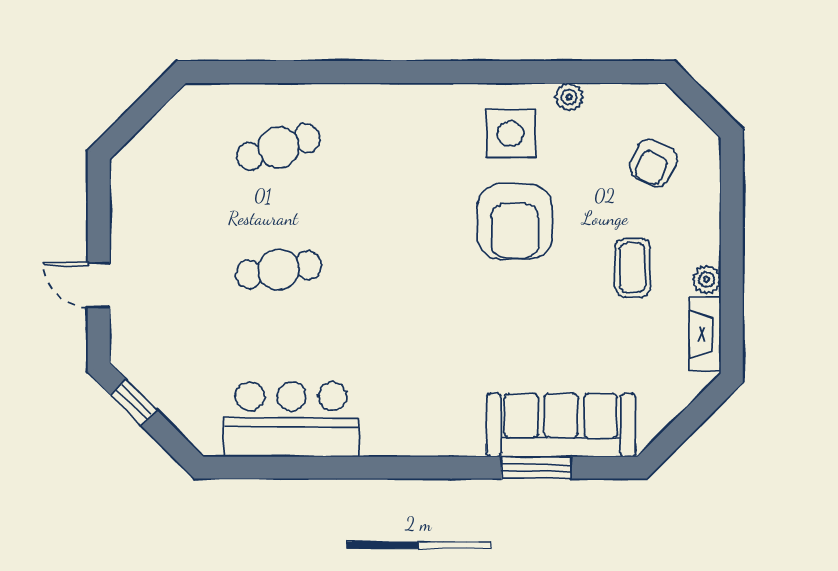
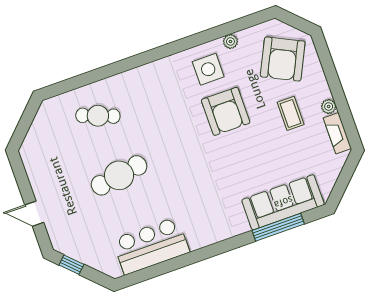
cafe table: (279, 147) -> (98, 116), turned 39
armchair: (653, 163) -> (283, 59), width x1.88, depth x1.88
cafe table: (279, 270) -> (119, 175), width x1.37, depth x1.35
window: (536, 468) -> (278, 227), width x1.44

